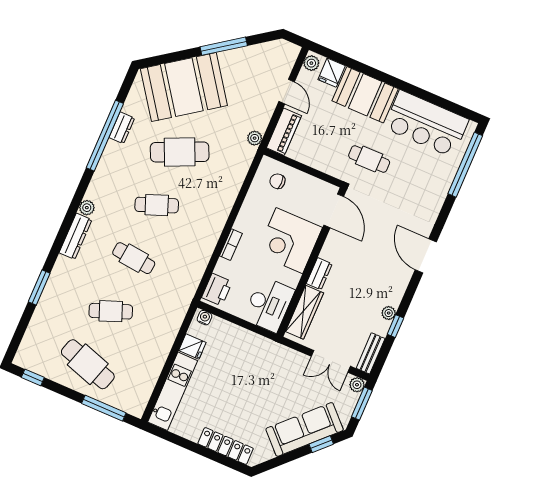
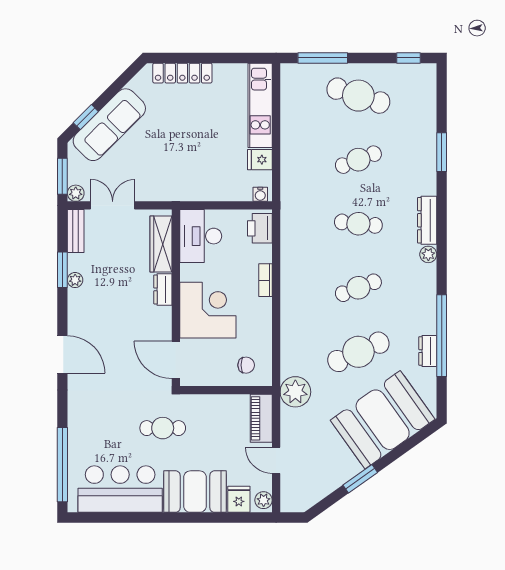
window: (224, 46) -> (360, 479), width x0.69
plant: (255, 138) -> (295, 392), width x1.87, depth x1.87
window: (395, 326) -> (62, 270), width x1.50

